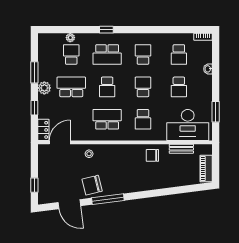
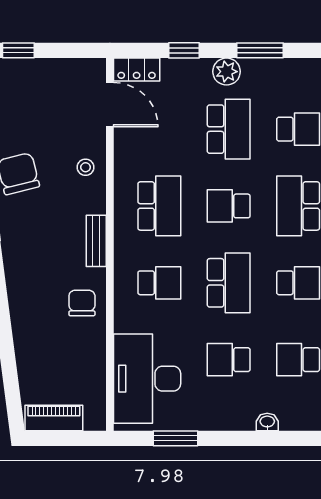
school desk: (143, 87) -> (229, 283), width x1.85
school desk: (143, 119) -> (159, 283), turned 180
bench: (181, 149) -> (96, 241), moved

